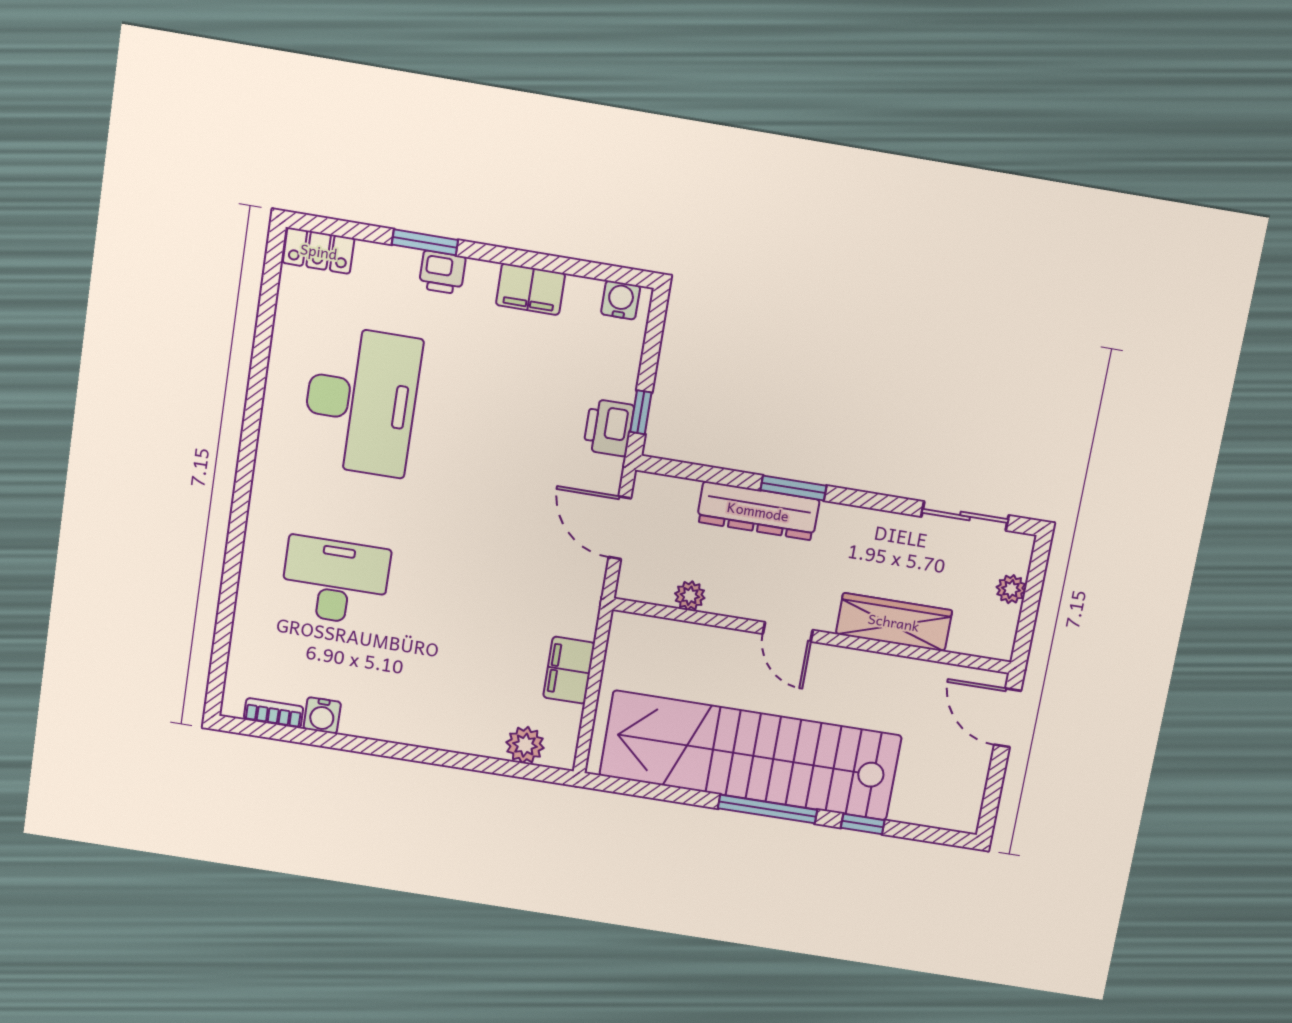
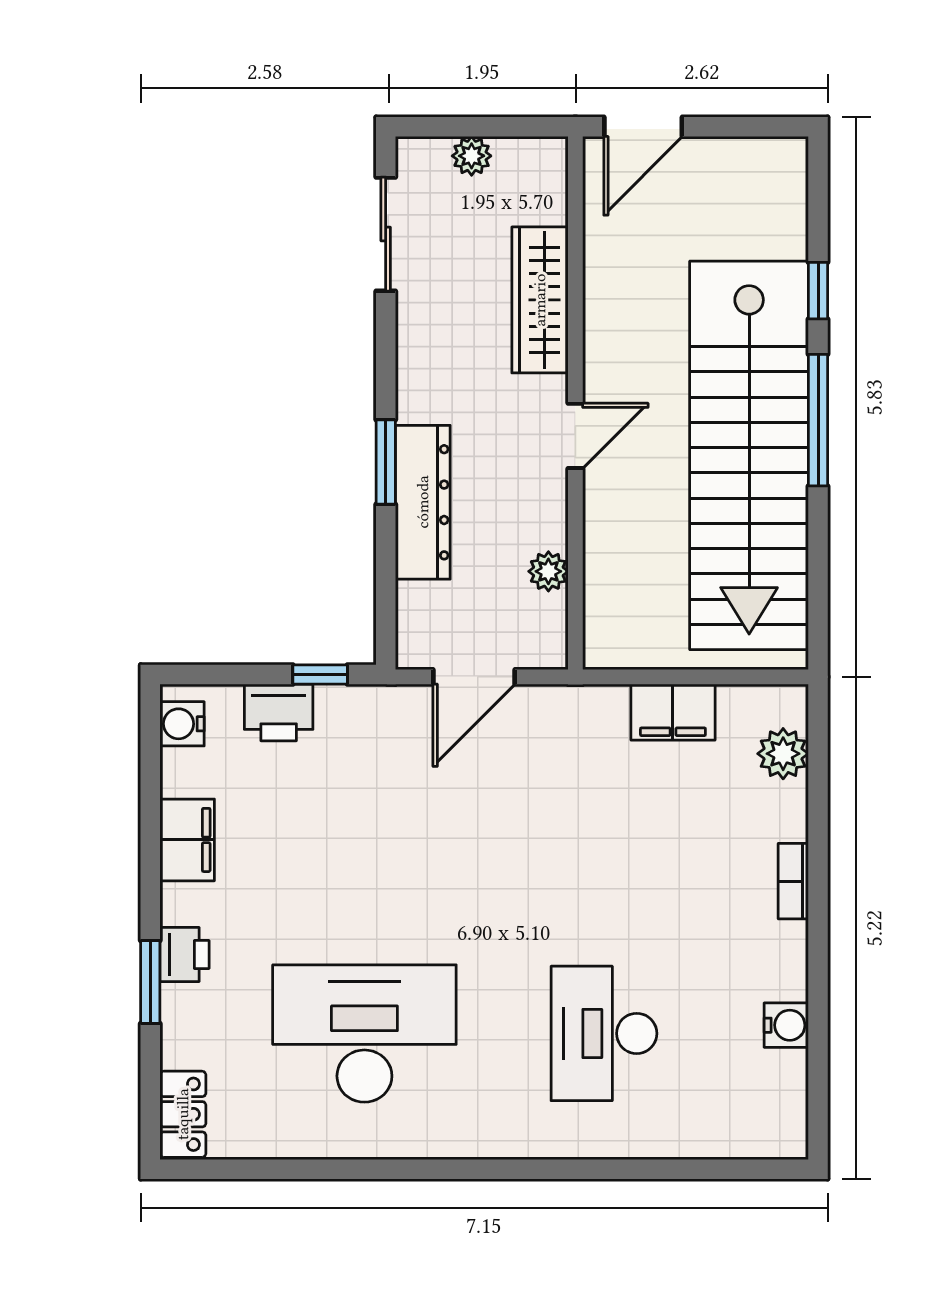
printer: (609, 428) -> (279, 712), moved
bookcase: (274, 713) -> (793, 881), moved

